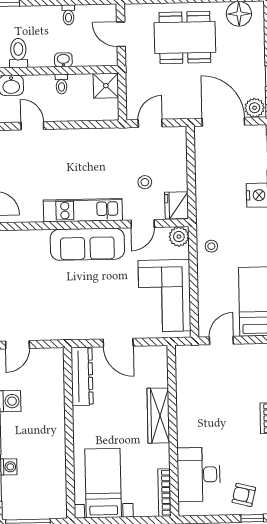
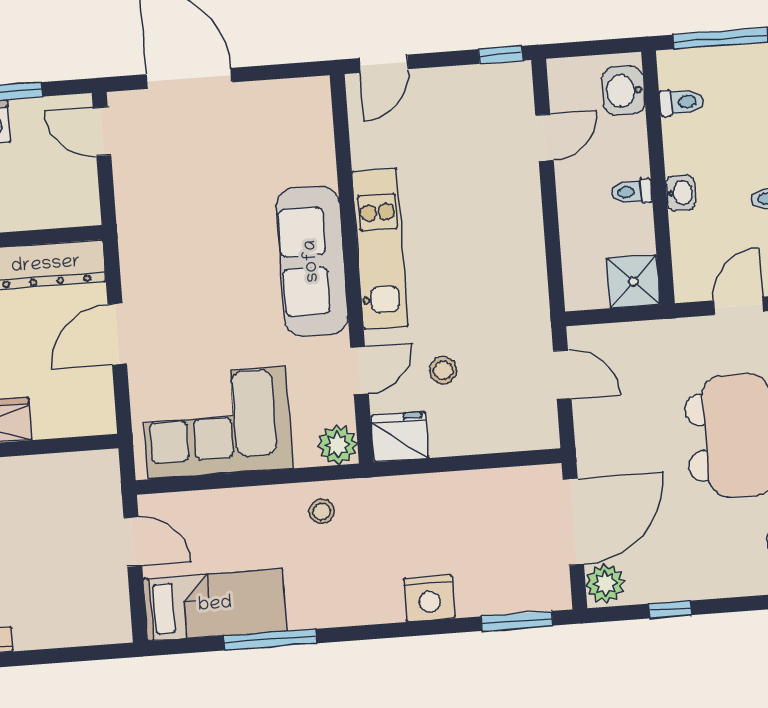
toilet: (18, 53) -> (681, 102), width x0.73, depth x0.72
door: (143, 224) -> (359, 370), swing flipped

